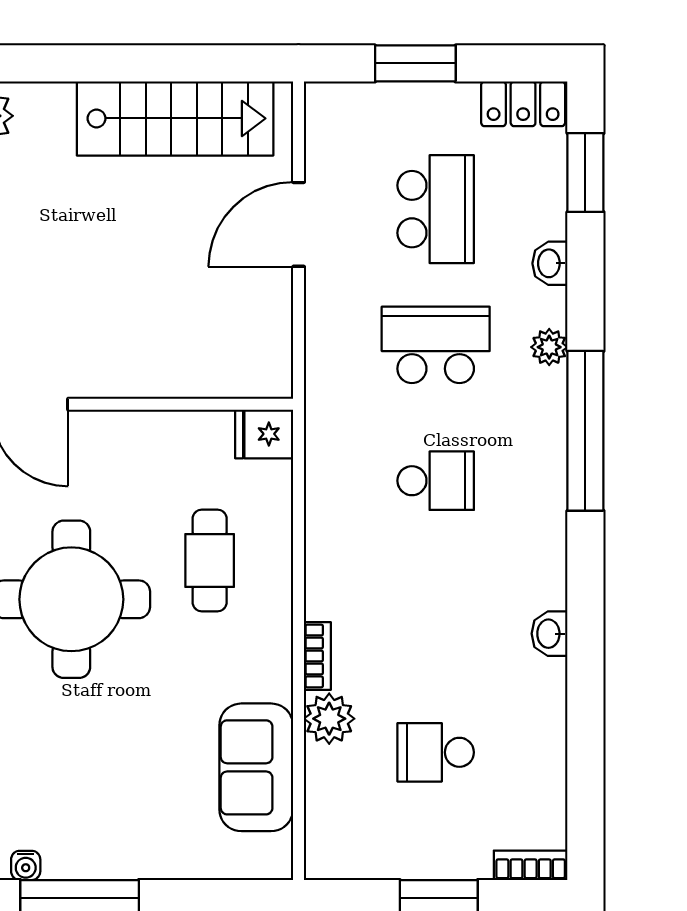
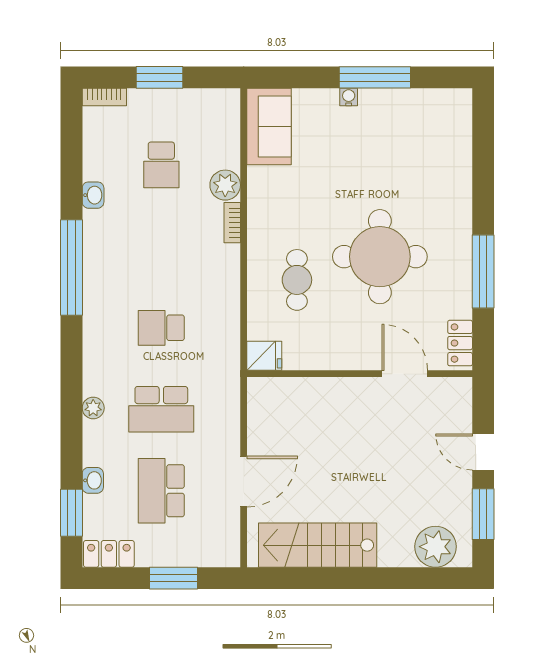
washbasin: (550, 263) -> (93, 480), moved
window: (585, 431) -> (71, 267), moved
washbasin: (549, 634) -> (93, 195), moved
school desk: (436, 752) -> (161, 165), turned 90
sofa: (256, 767) -> (269, 127), moved
water cooler: (26, 865) -> (349, 97), moved

